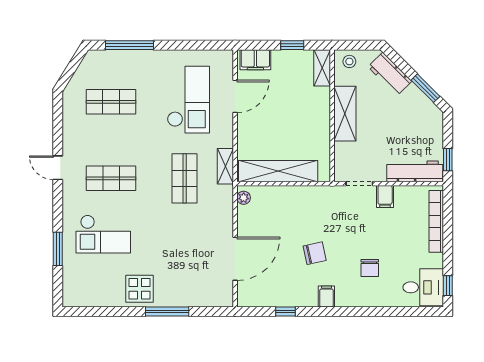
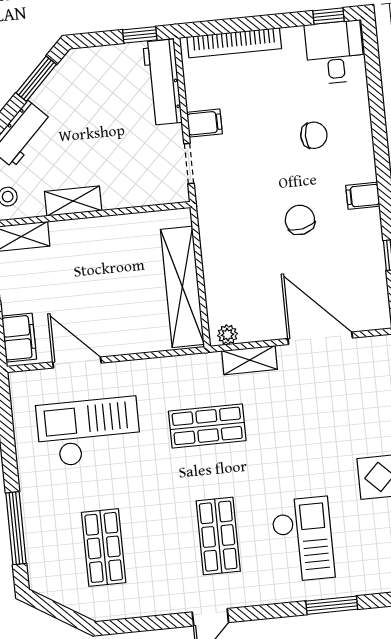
shelving: (345, 114) -> (73, 201), width x0.67, depth x0.75
shelving: (225, 166) -> (250, 360), moved

